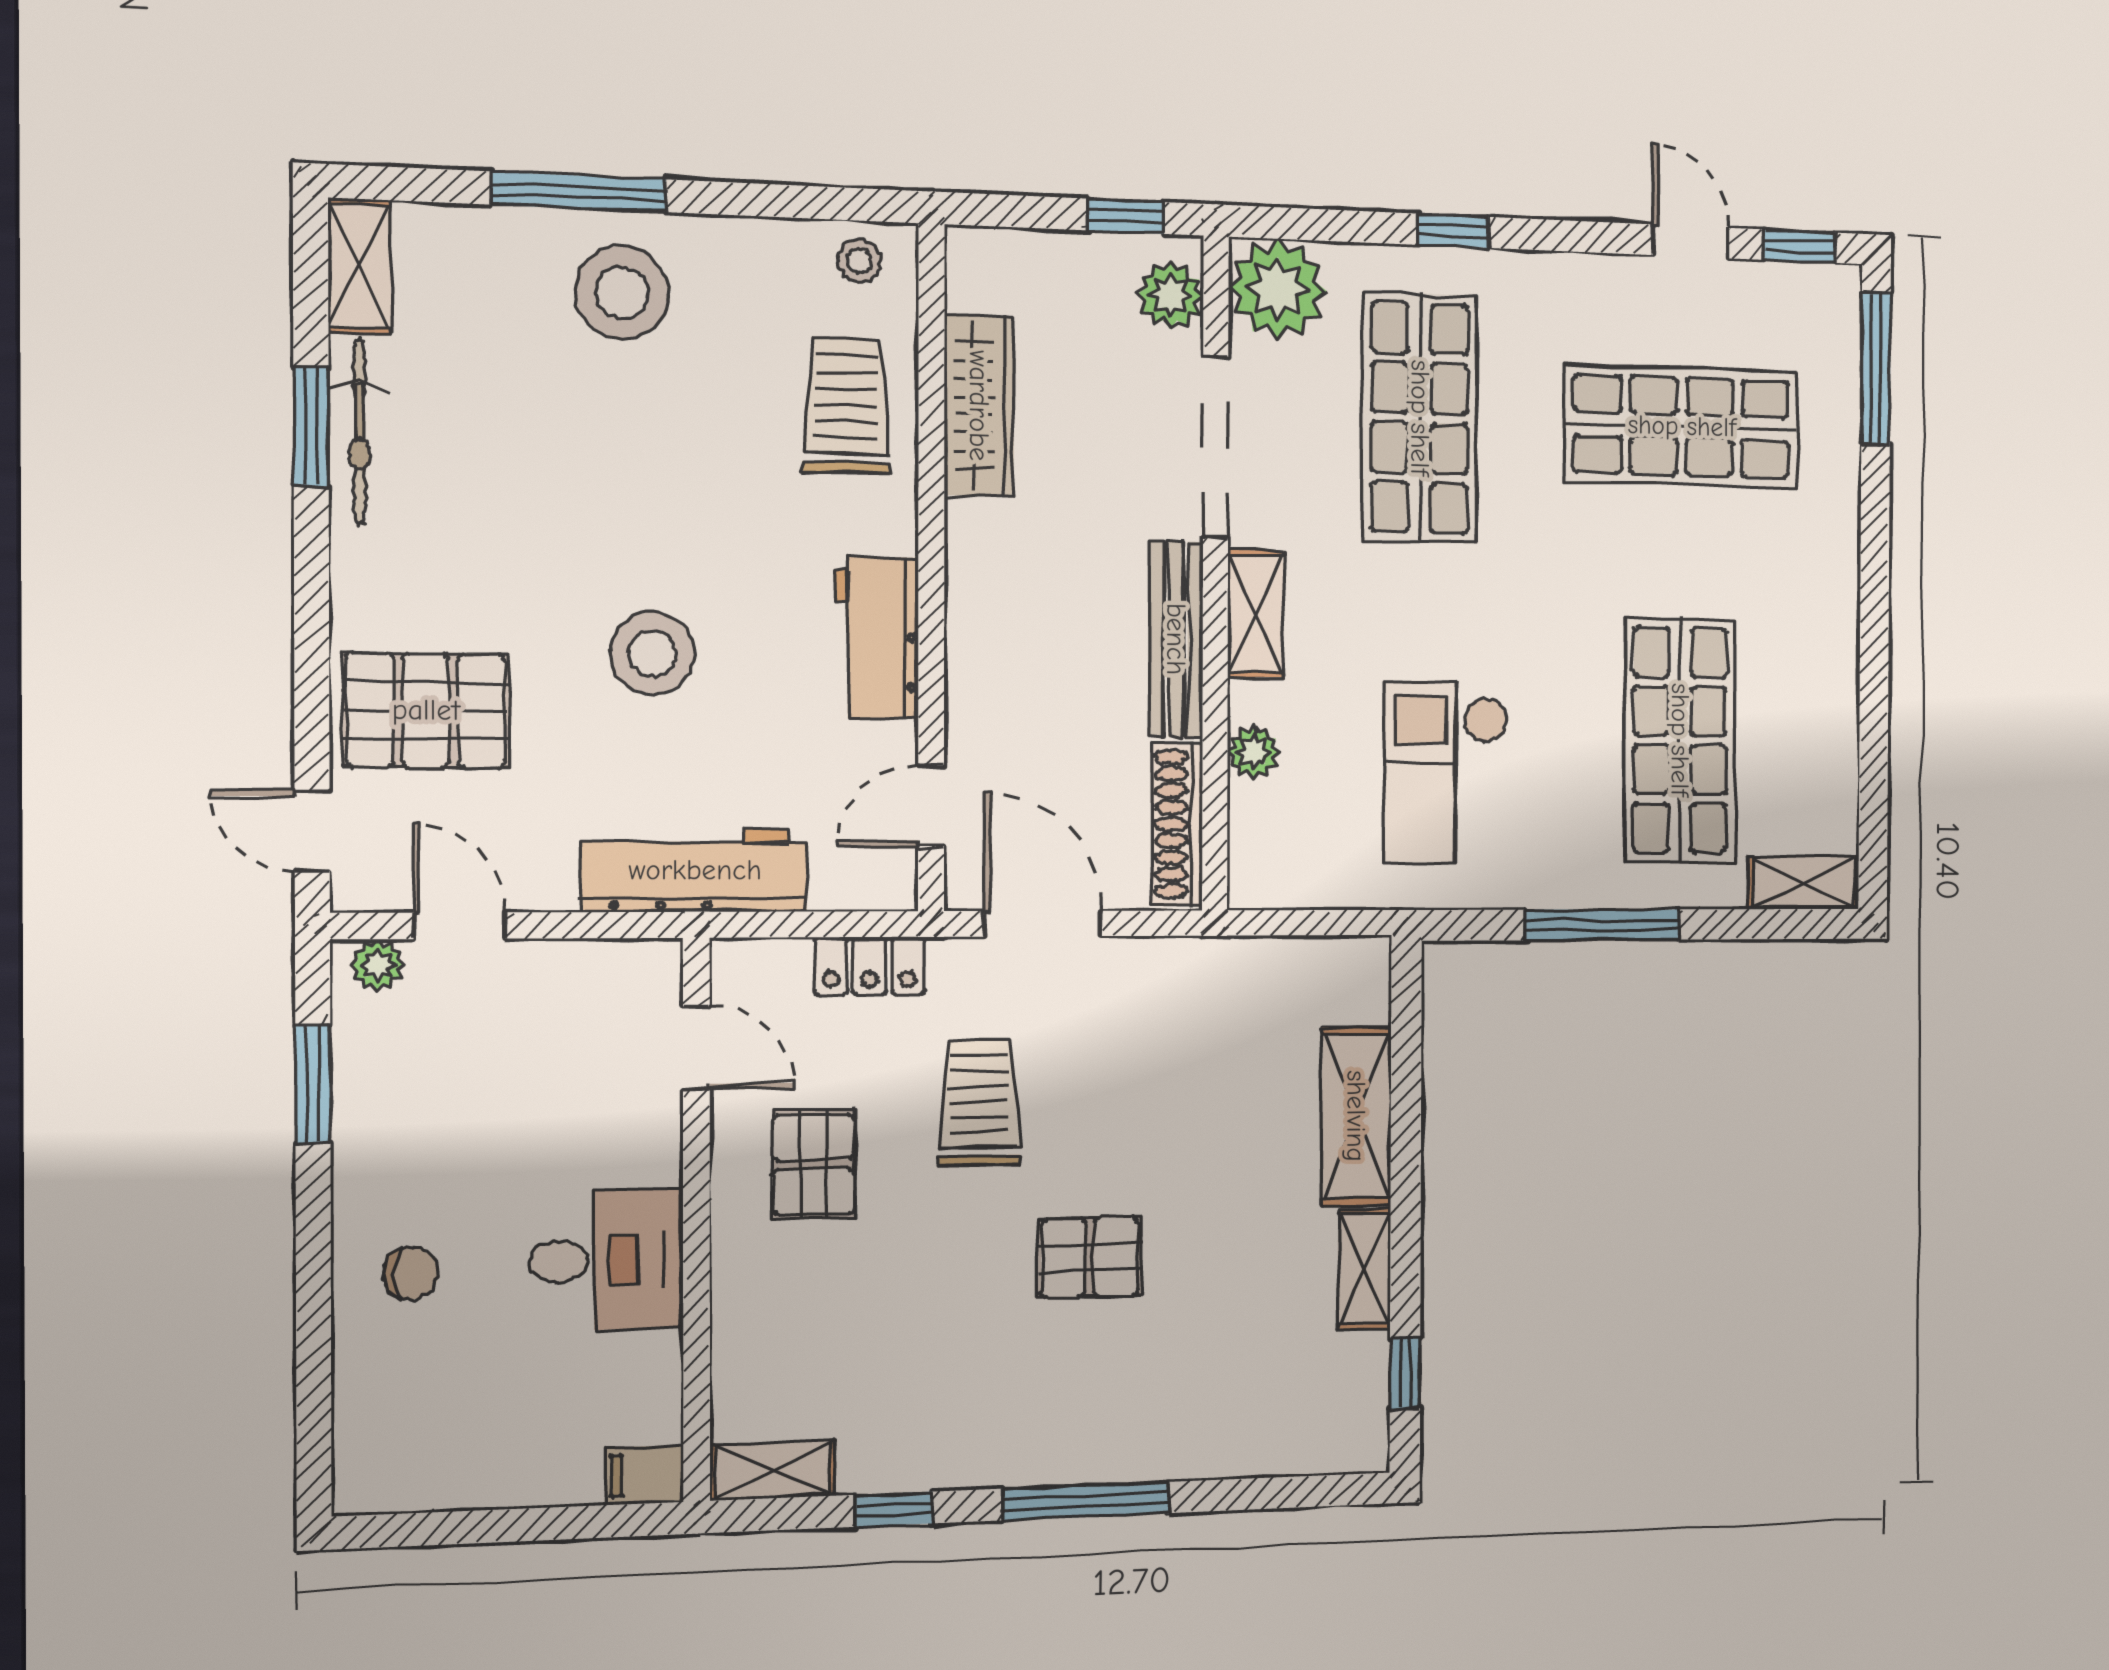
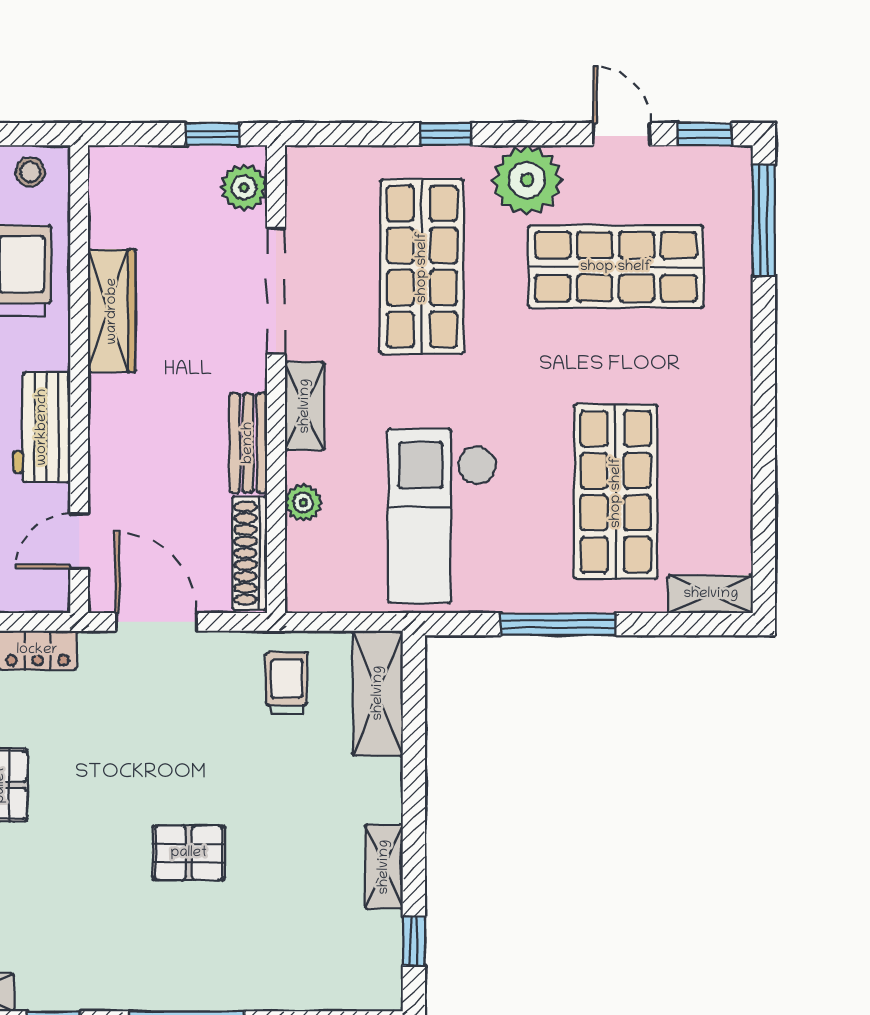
plant: (1278, 289) -> (527, 180), moved
wardrobe: (979, 406) -> (112, 311), moved
bench: (1176, 639) -> (248, 443), width x0.73
checkout: (1446, 772) -> (442, 516), width x1.36, depth x1.21
trolley: (979, 1103) -> (287, 683), moved, width x0.73, depth x0.72
shelving: (1356, 1116) -> (378, 693), moved

